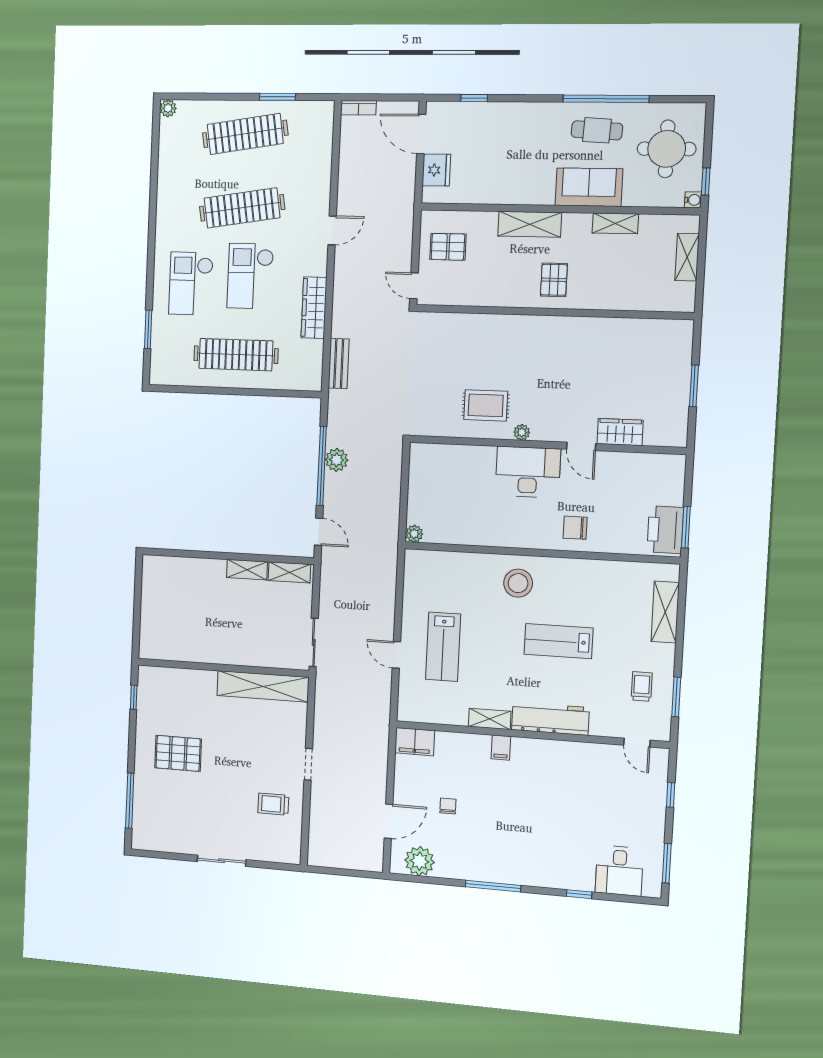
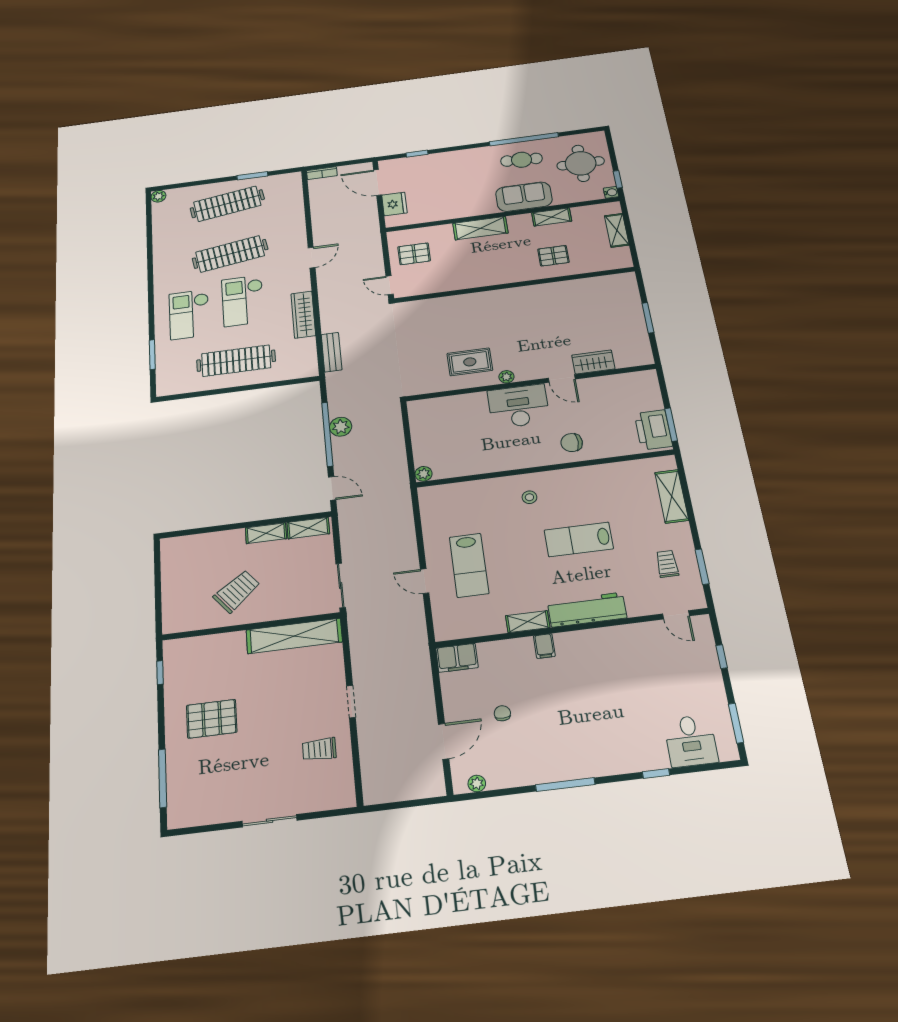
pallet: (554, 280) -> (553, 256), moved, turned 90
stool: (518, 583) -> (529, 497), width x0.53, depth x0.53
trolley: (213, 628) -> (237, 591), added
plant: (420, 861) -> (477, 784), width x0.53, depth x0.53

